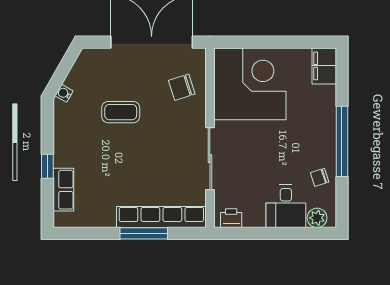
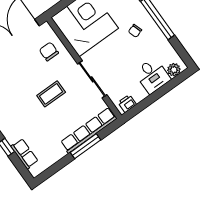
chair: (182, 87) -> (49, 51), turned 108
coffee table: (121, 112) -> (51, 94), moved
chair: (320, 177) -> (135, 31), moved

